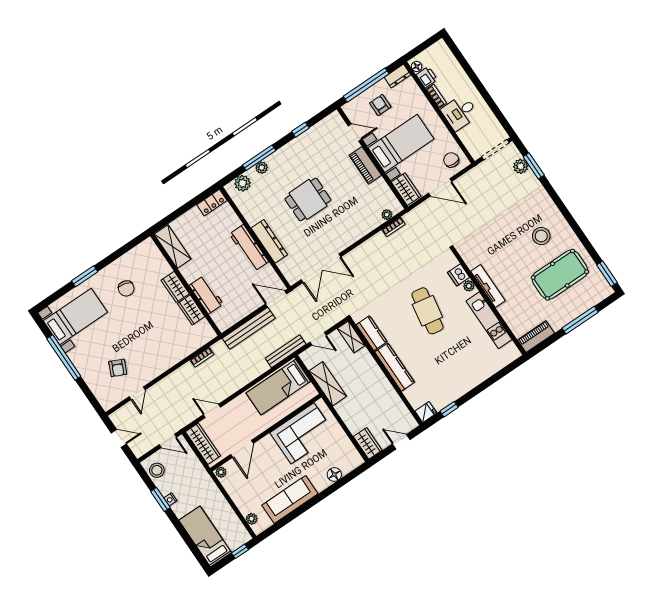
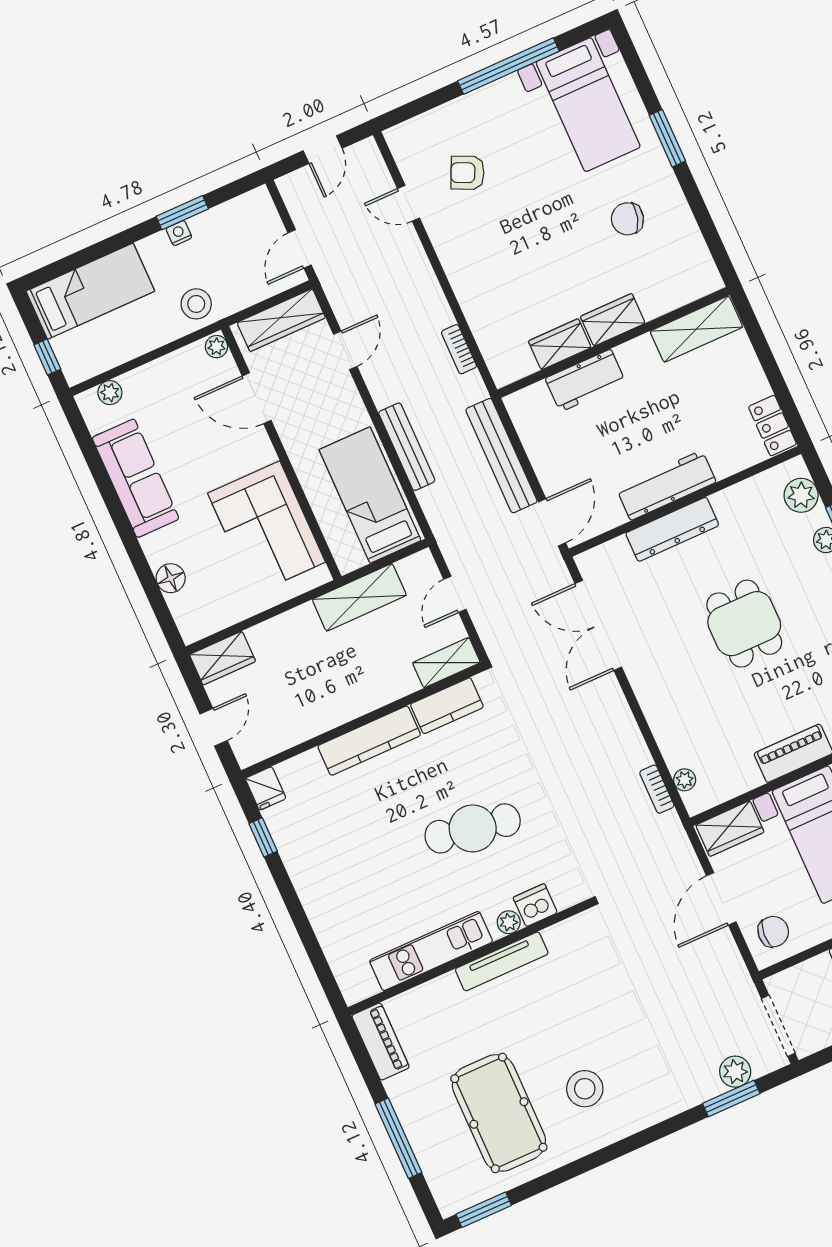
bench: (286, 351) -> (407, 447), moved
stool: (157, 470) -> (196, 304), moved

